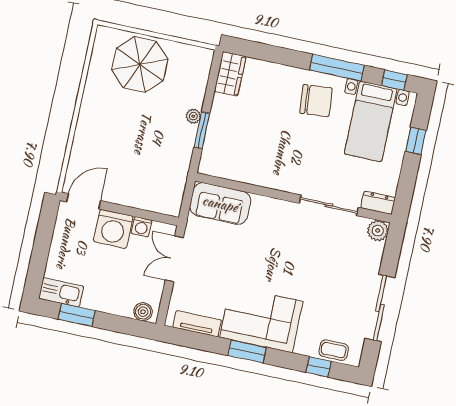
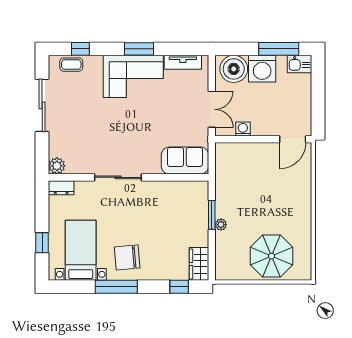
window: (394, 80) -> (179, 287), moved
sliding door: (329, 205) -> (118, 177), moved
washing machine: (113, 229) -> (262, 69), moved, turned 180
kitchen sink: (61, 292) -> (300, 64), width x0.73
boiler: (143, 312) -> (234, 69), width x1.86, depth x1.86
window: (77, 315) -> (279, 49), width x1.44

